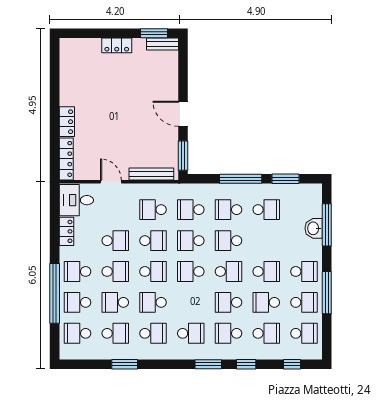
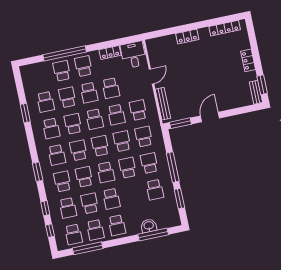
locker: (66, 159) -> (225, 28), moved
window: (327, 293) -> (88, 248), moved
school desk: (78, 333) -> (78, 150), moved
window: (246, 364) -> (45, 208), moved

